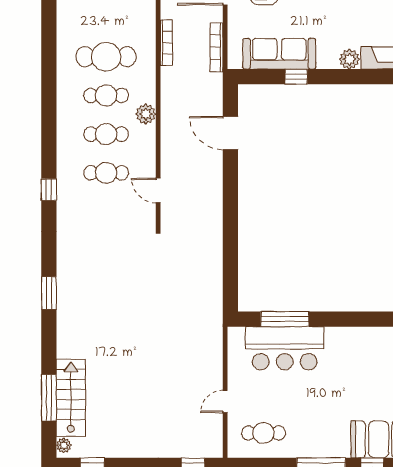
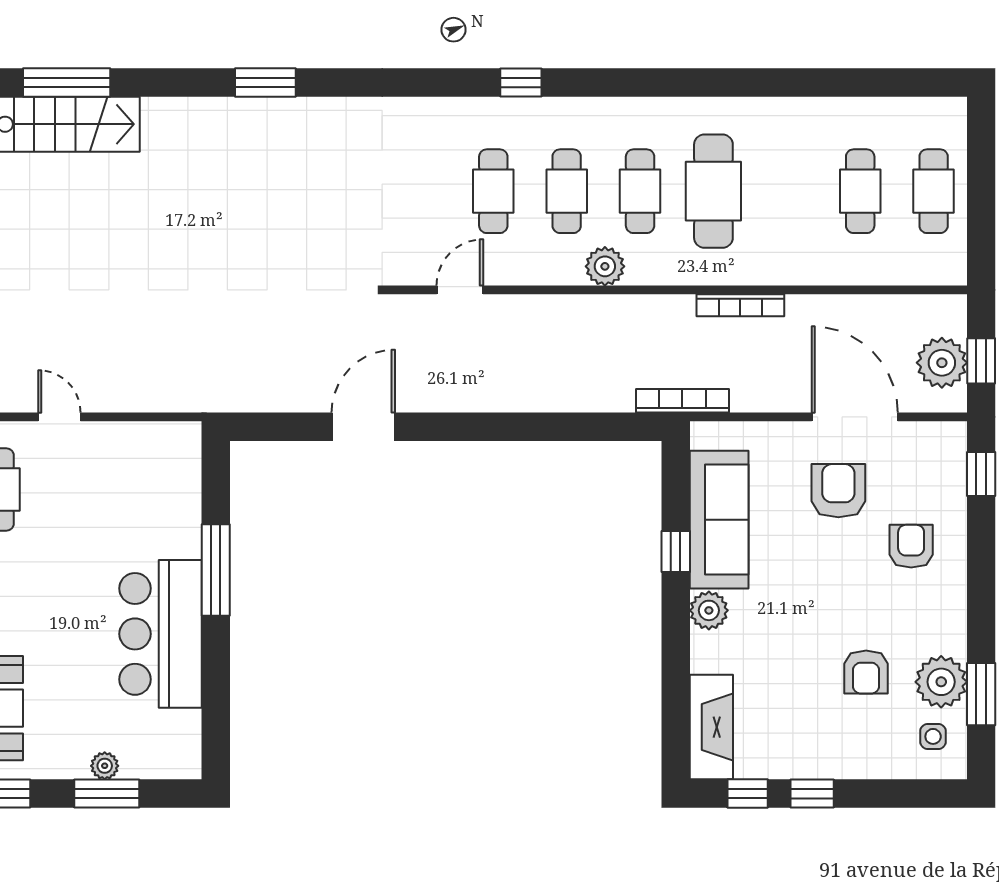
bookcase: (217, 47) -> (682, 401), moved
plant: (349, 59) -> (709, 610), moved
door: (230, 133) -> (363, 427), moved
window: (49, 190) -> (521, 83), moved
window: (285, 319) -> (216, 570), moved
bar counter: (285, 348) -> (160, 634), moved

